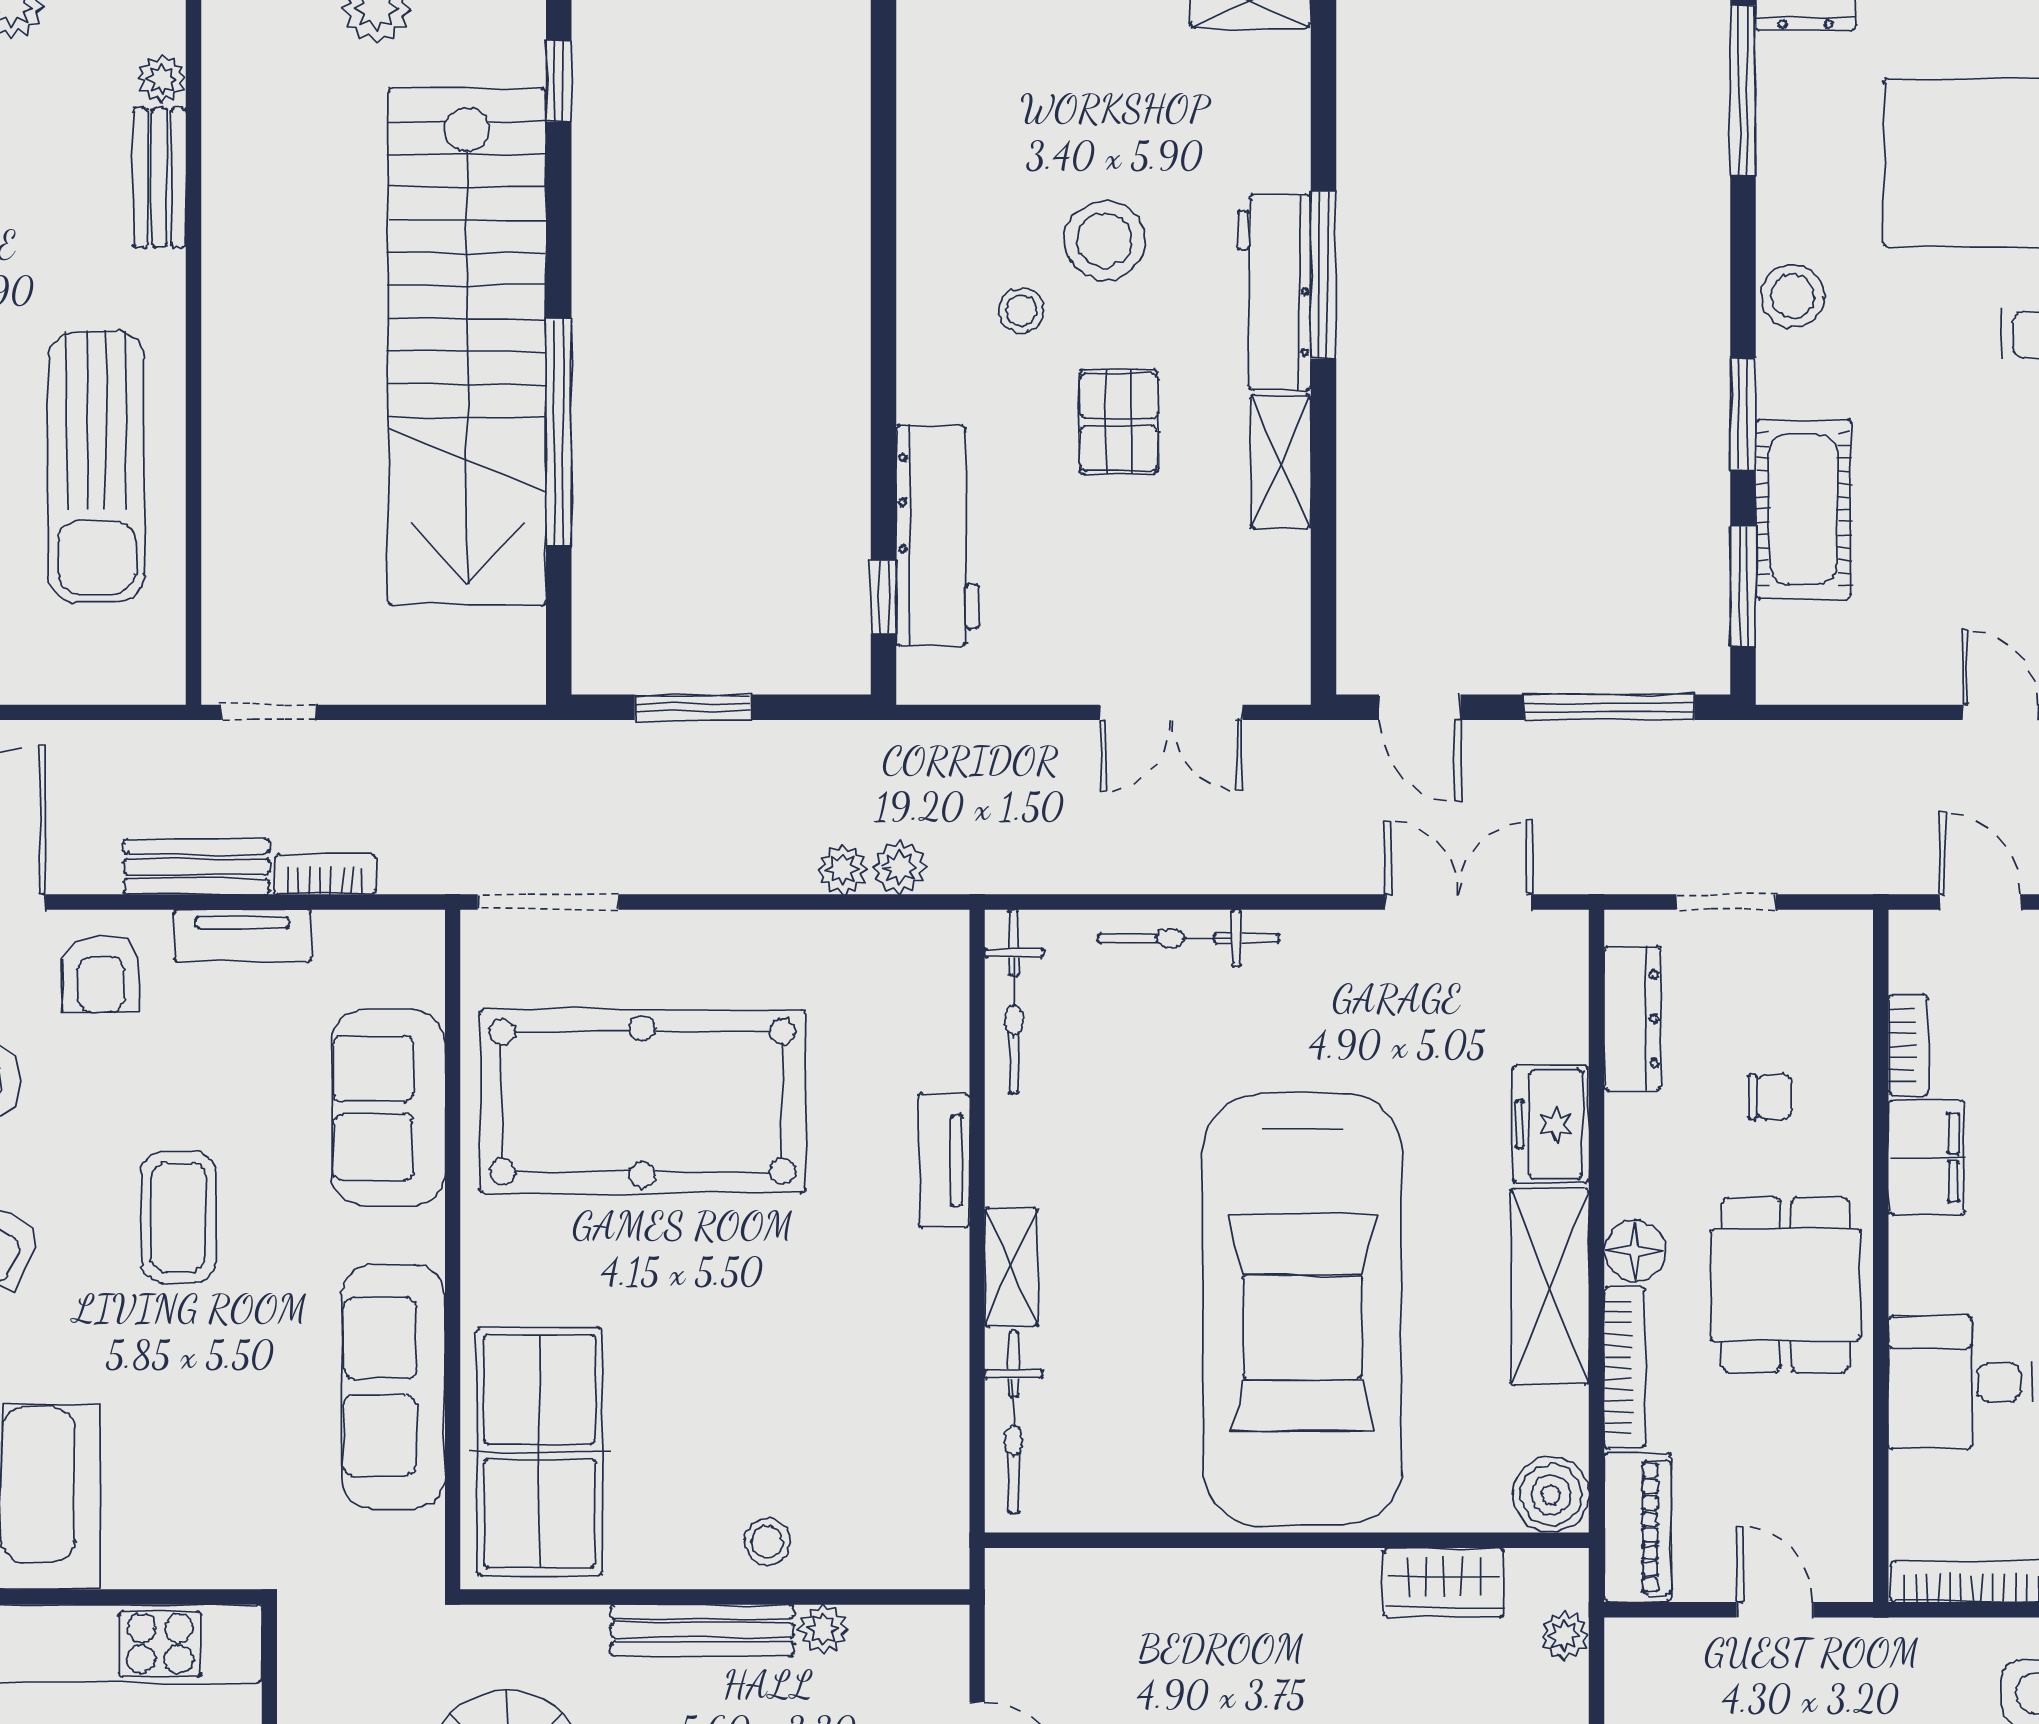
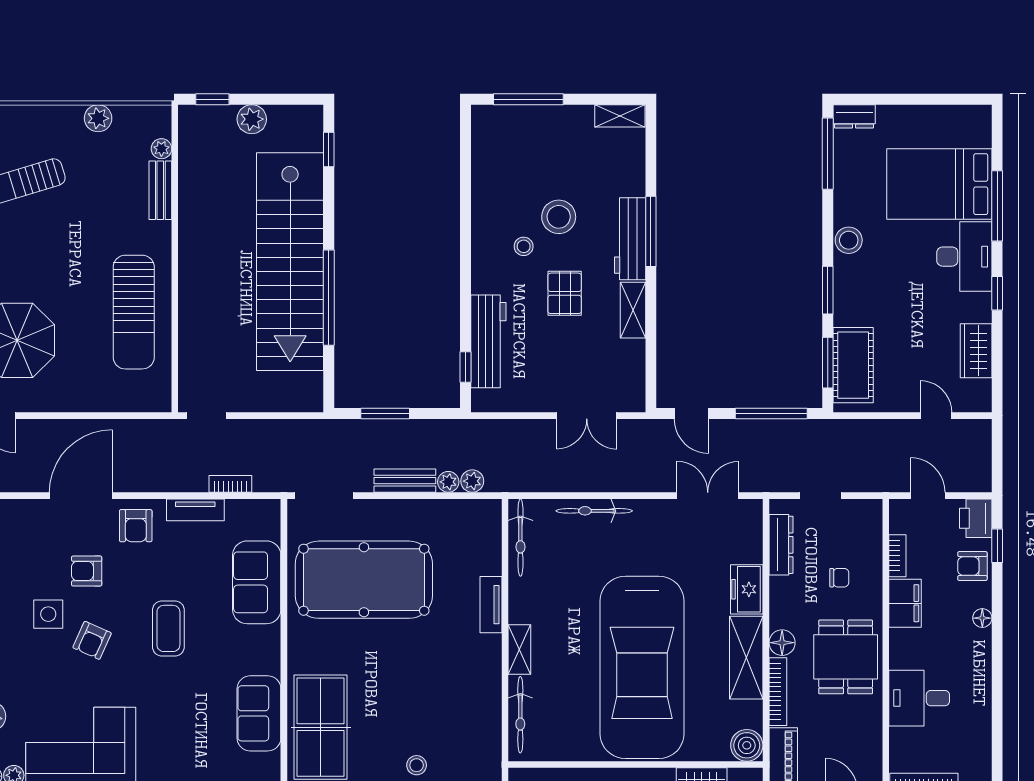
cot: (1803, 509) -> (853, 365), moved
bench: (197, 866) -> (405, 481), moved
sofa: (393, 1387) -> (259, 713), width x0.73

